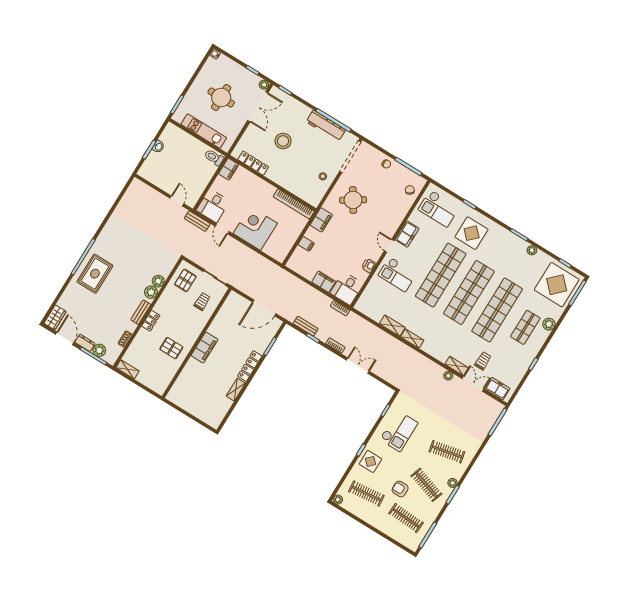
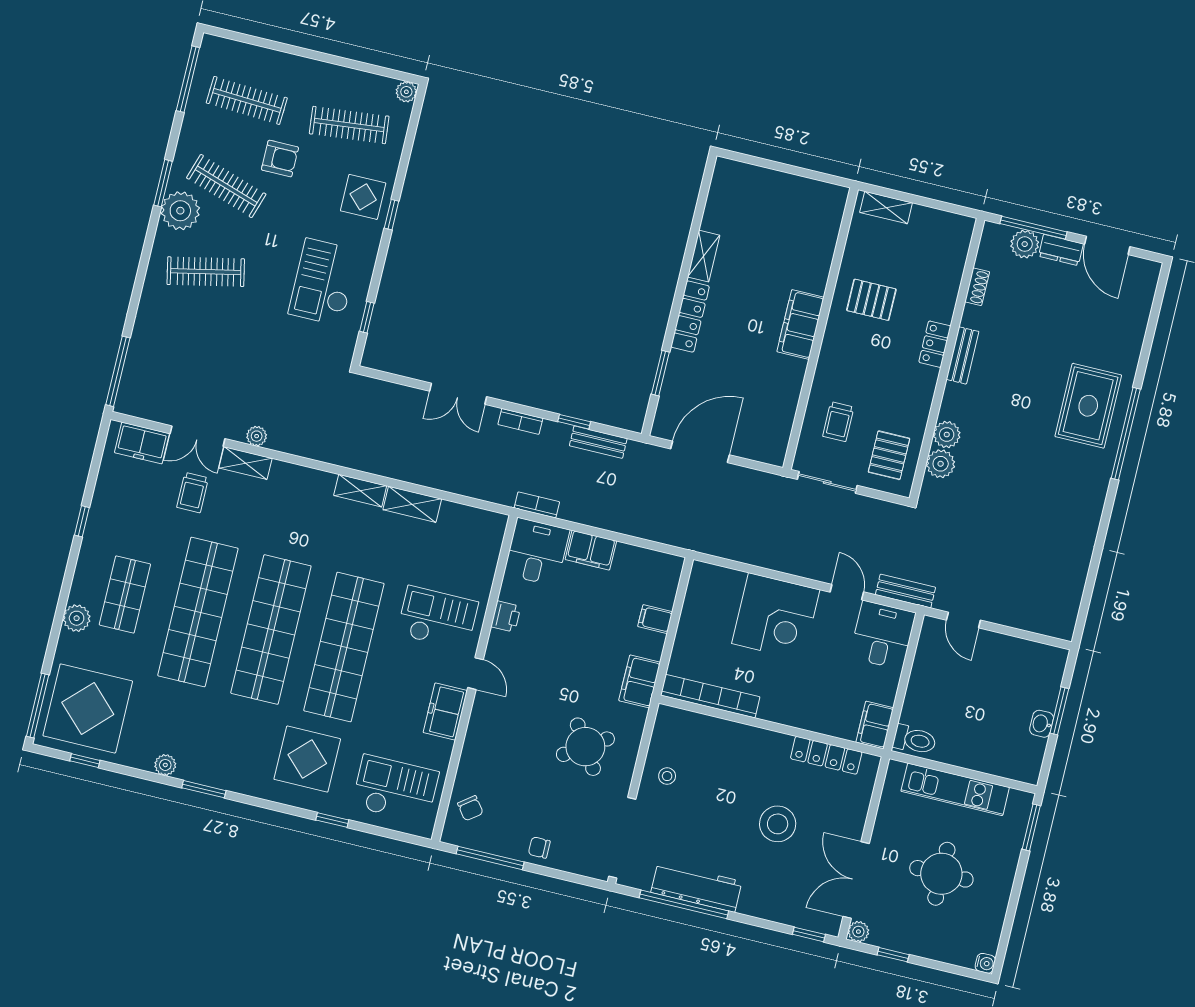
plant: (151, 292) -> (941, 464), moved
wardrobe: (55, 317) -> (1143, 284), removed
shelving: (128, 369) -> (886, 208), moved
plant: (453, 483) -> (180, 211), width x1.88, depth x1.88

